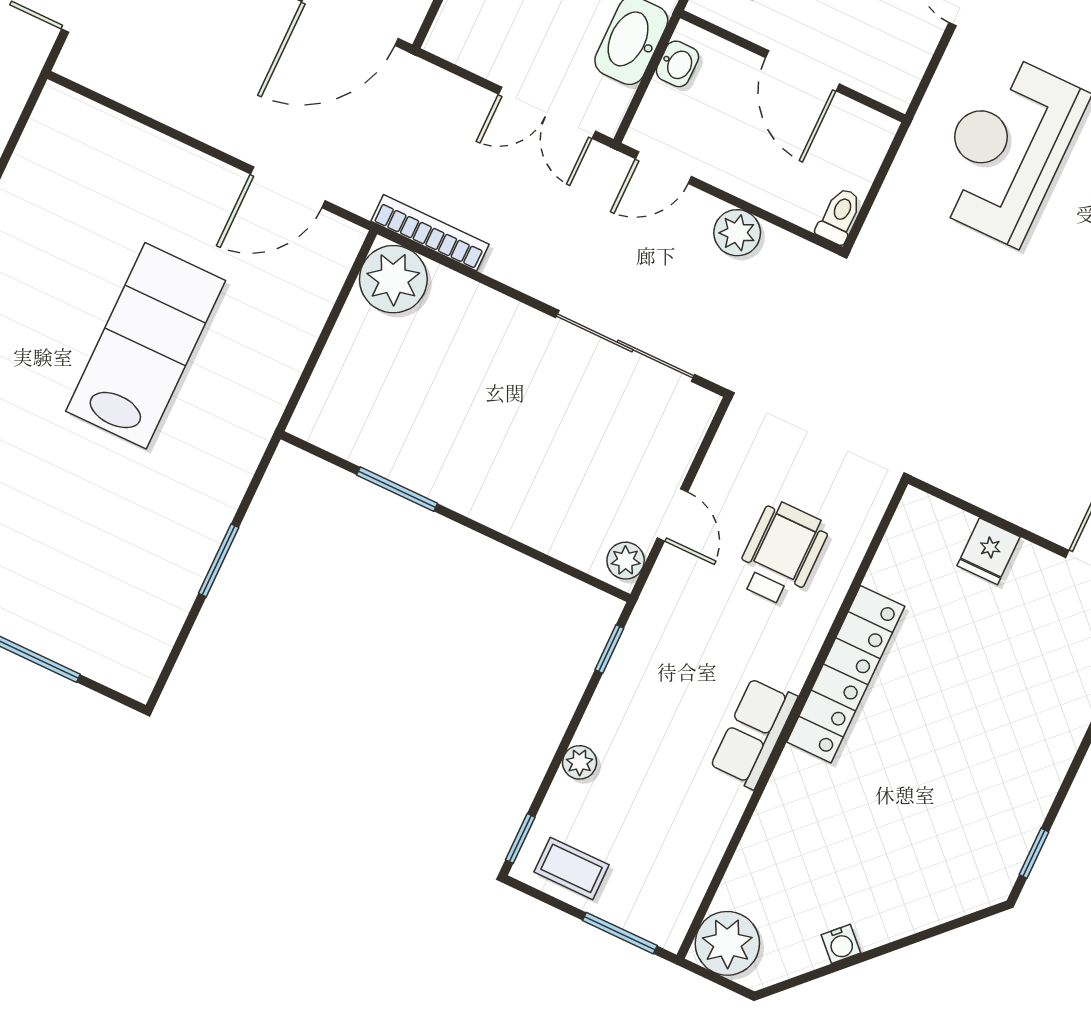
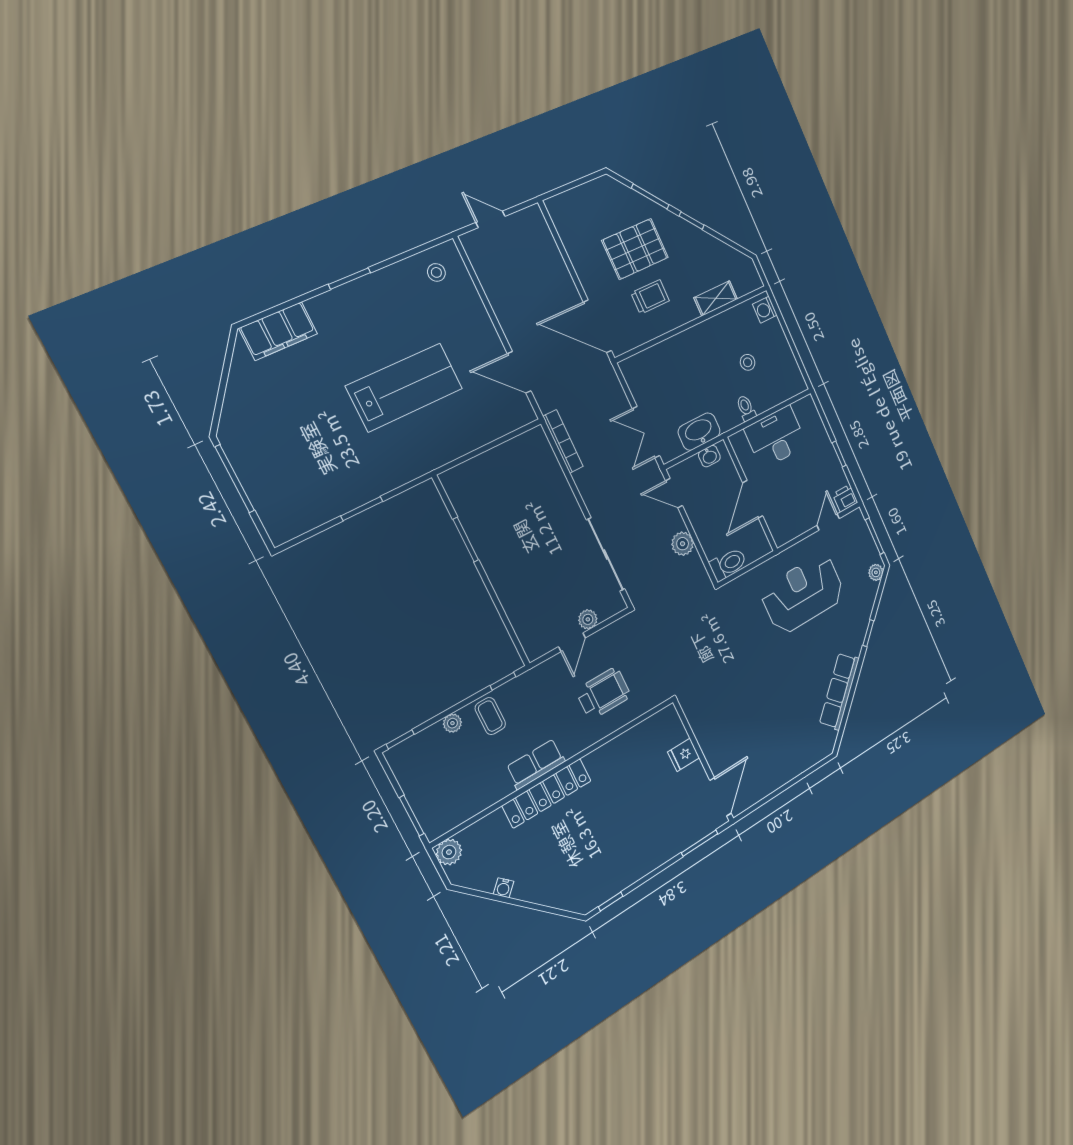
stool: (63, 148) -> (436, 272), added
toilet: (839, 216) -> (728, 564), width x1.37, depth x1.39
plant: (393, 279) -> (533, 448), removed
plant: (626, 561) -> (588, 619), moved
locker: (846, 674) -> (547, 793), moved
coffee table: (572, 868) -> (490, 716), moved
plant: (727, 943) -> (449, 852), width x0.73, depth x0.73

